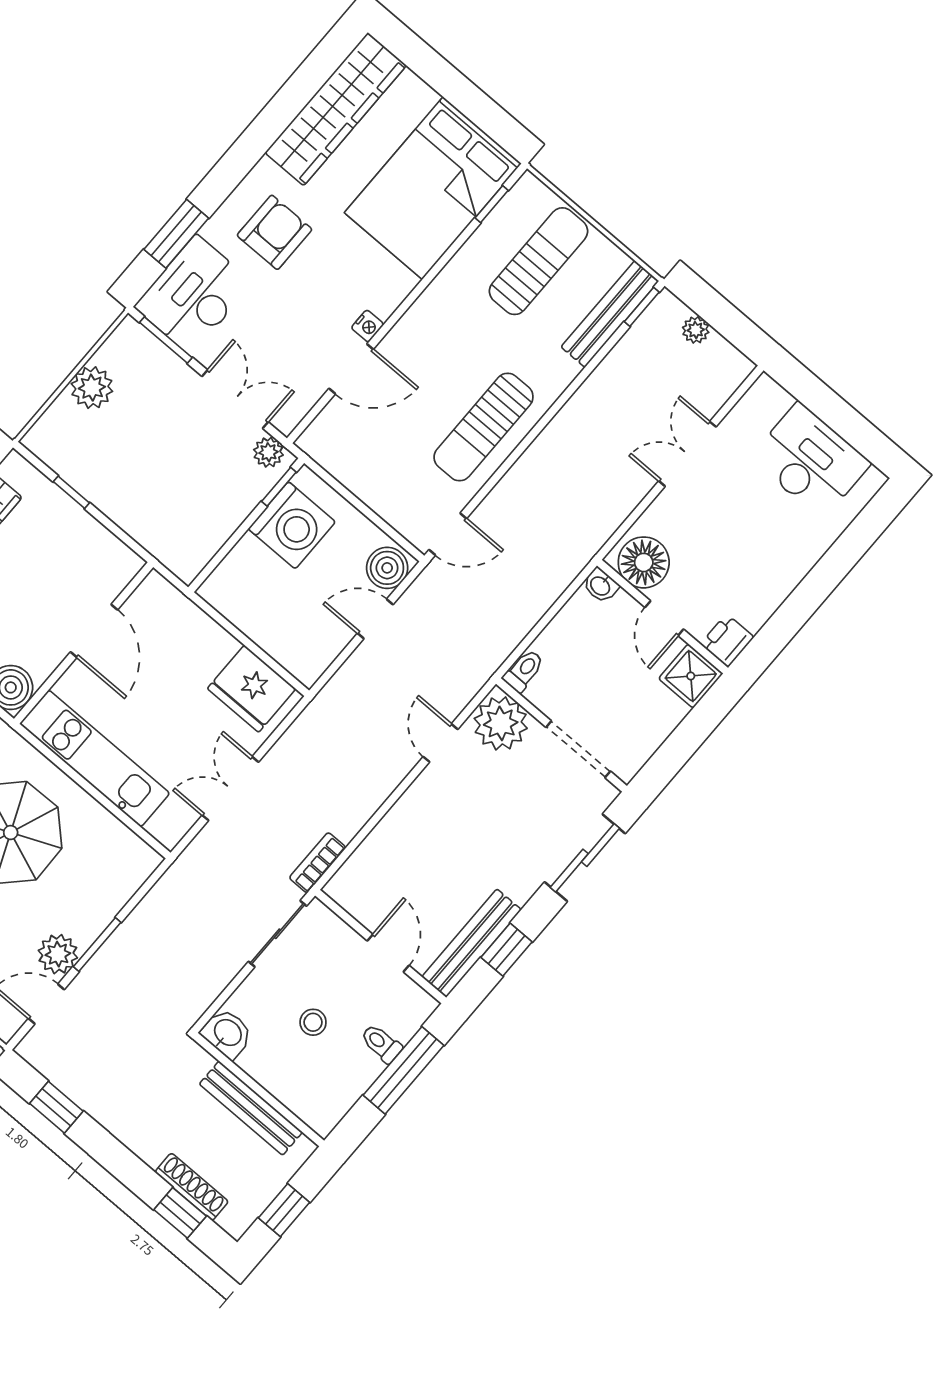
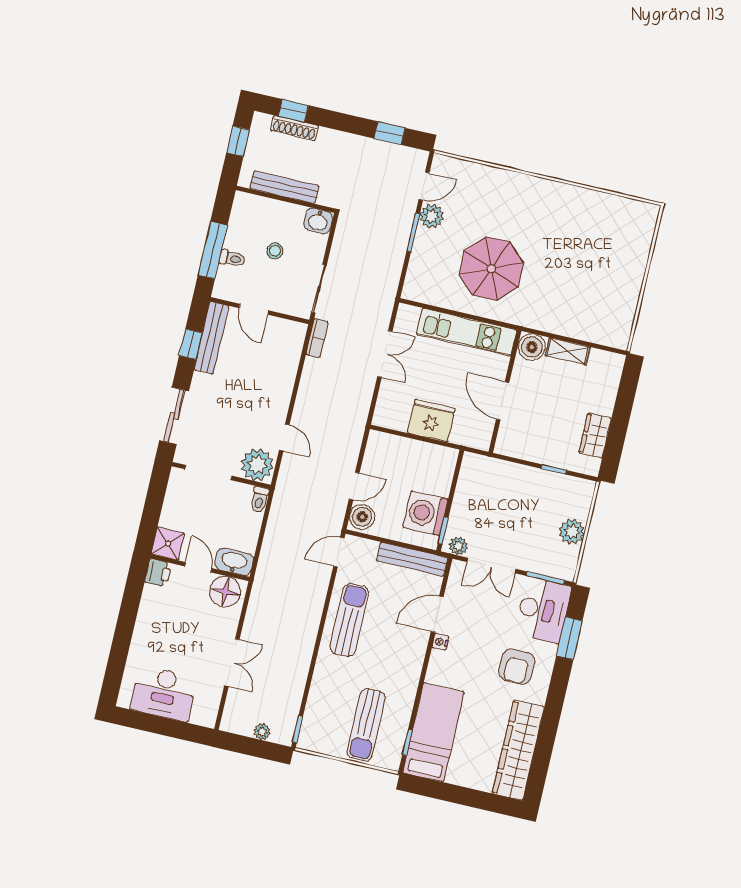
bed: (433, 188) -> (433, 732), width x0.67
bench: (610, 314) -> (412, 559), moved, turned 90
washbasin: (601, 585) -> (234, 562), width x1.91, depth x1.45
fridge: (251, 689) -> (431, 421), moved

